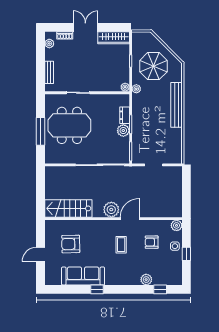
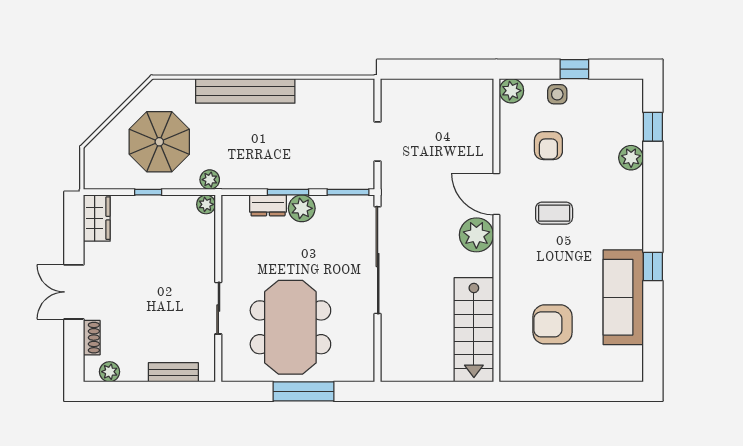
wardrobe: (114, 38) -> (97, 218), width x0.67
armchair: (71, 244) -> (553, 324), turned 91
door: (40, 254) -> (576, 391), removed

